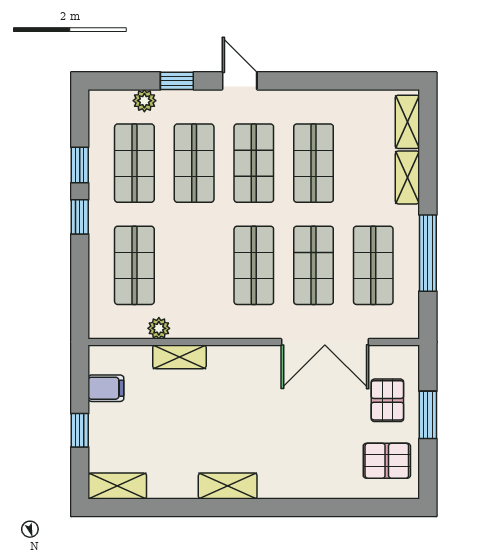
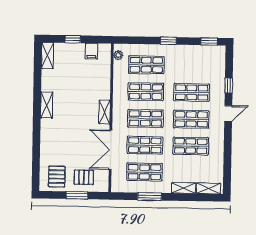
plant: (144, 101) -> (220, 71), removed
shop shelf: (134, 163) -> (146, 92), moved
window: (80, 165) -> (209, 41), moved
window: (428, 253) -> (150, 197), width x0.69
plant: (159, 328) -> (118, 55), moved
shelving: (179, 357) -> (104, 112), moved

